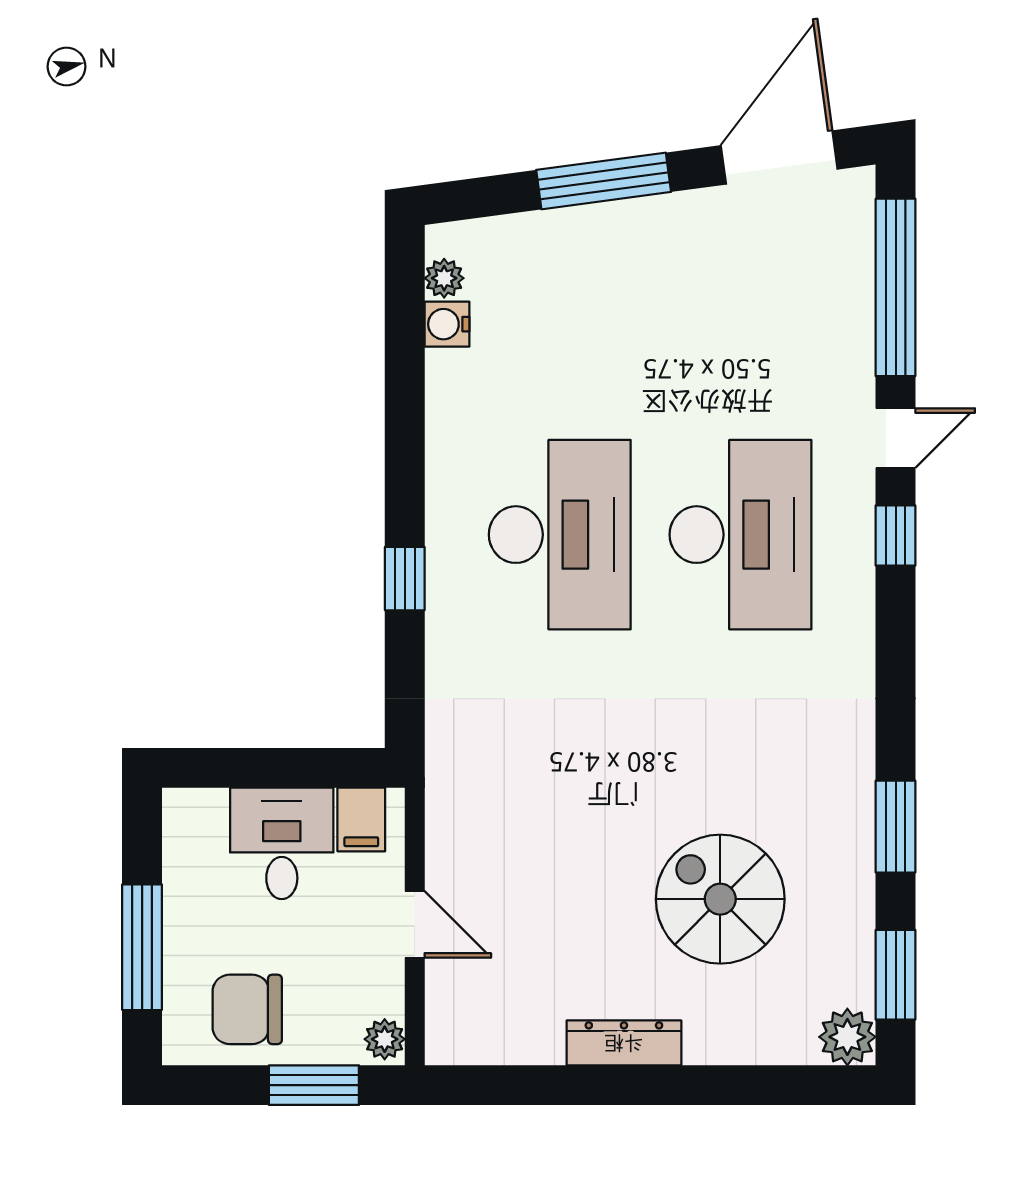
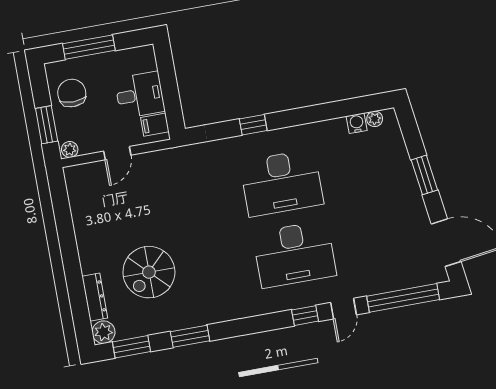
window: (604, 181) -> (424, 175), width x0.69
door: (896, 438) -> (344, 309), hinge flipped
spiral stairs: (720, 899) -> (149, 272), turned 180
dresser: (624, 1043) -> (95, 297), moved

